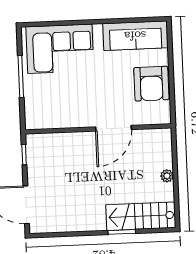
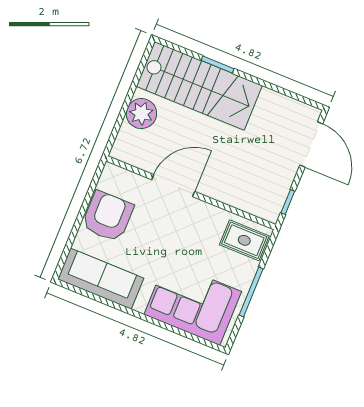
rug: (43, 112) -> (244, 240), added
plant: (167, 176) -> (141, 114), width x1.88, depth x1.88
stairs: (141, 216) -> (199, 86), width x1.36, depth x1.51

